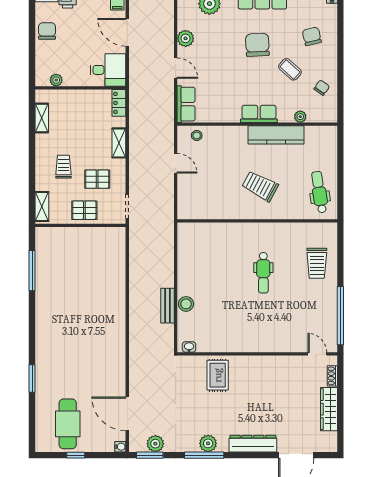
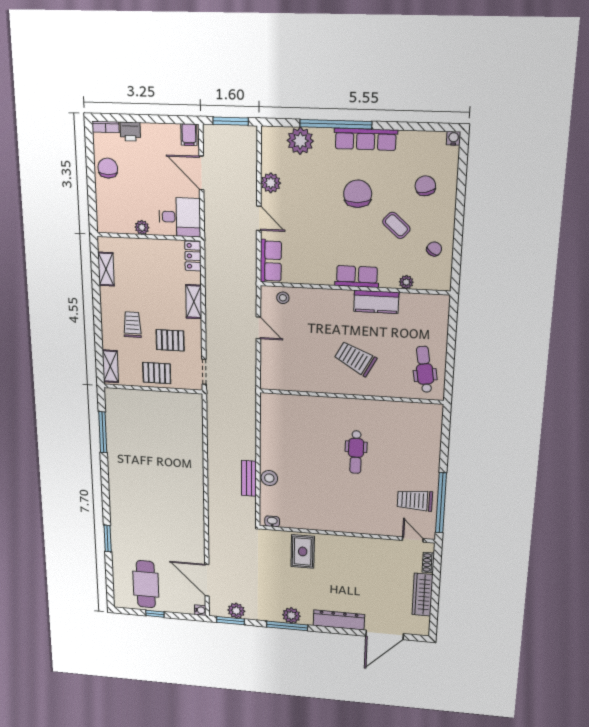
plant: (56, 80) -> (142, 227), moved
kitchen counter: (276, 135) -> (376, 302), width x0.67
trolley: (317, 263) -> (415, 500), moved, turned 90

